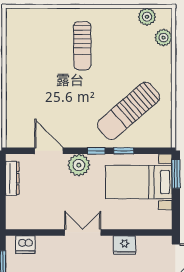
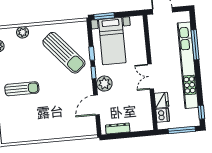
plant: (163, 38) -> (23, 32), moved
fridge: (124, 245) -> (162, 100), moved

